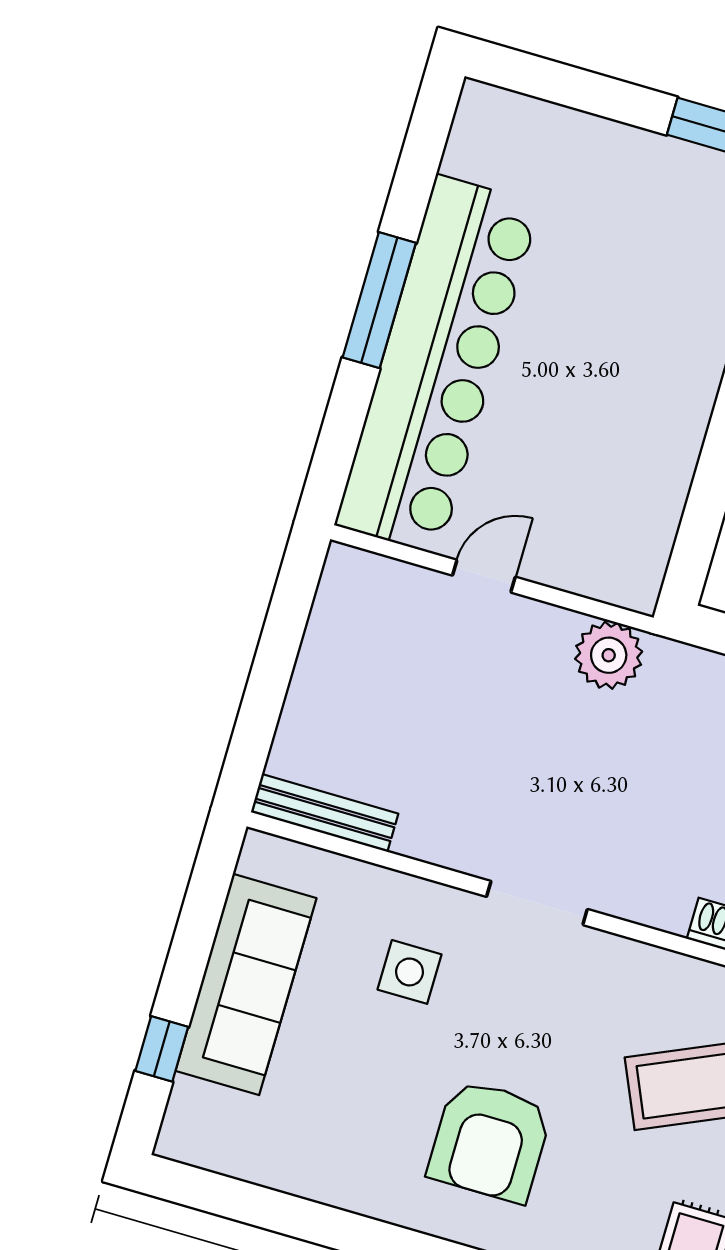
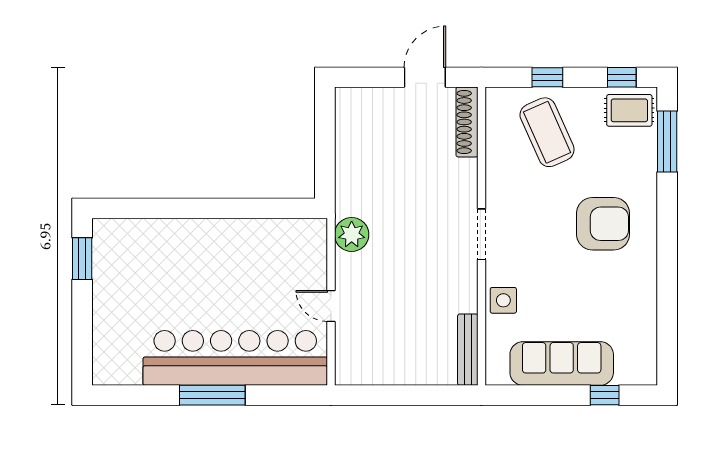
side table: (410, 972) -> (503, 300), moved

